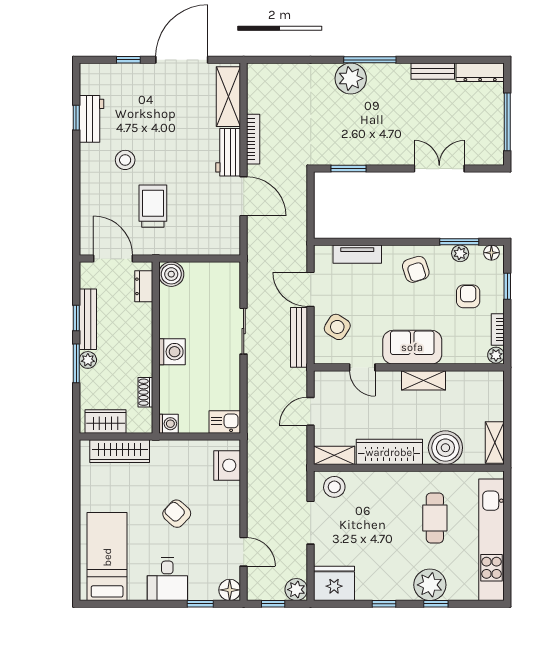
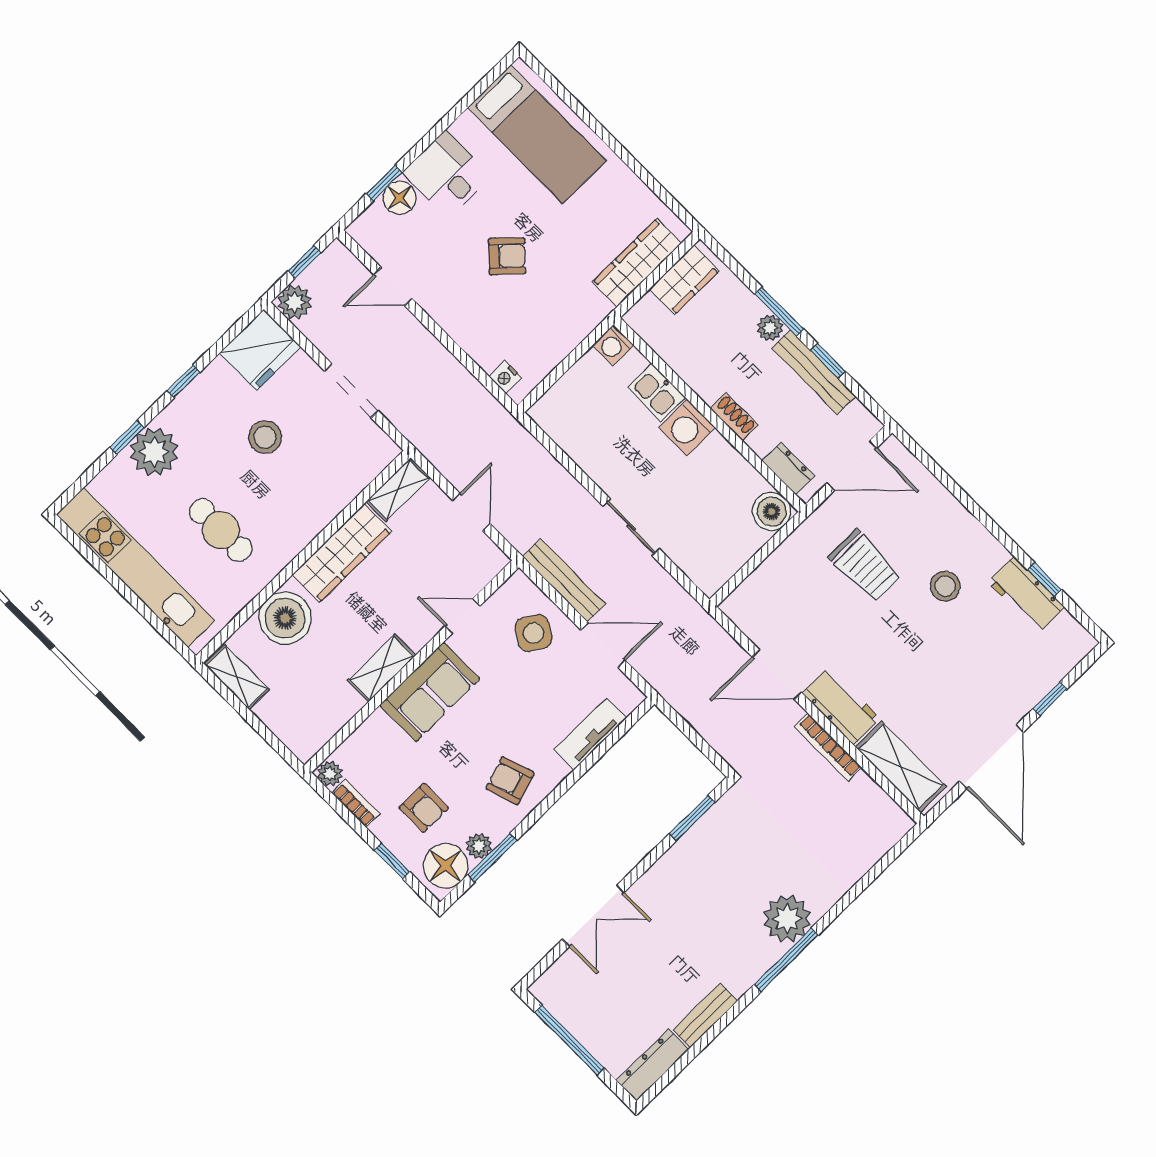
floor lamp: (491, 253) -> (446, 866), width x1.89, depth x1.89
shoe rack: (145, 392) -> (734, 417), moved
kitchen sink: (225, 422) -> (656, 393), moved, turned 90
nightstand: (227, 465) -> (505, 377), width x0.53, depth x0.56
stool: (334, 487) -> (265, 437), moved
floor lamp: (230, 590) -> (400, 198), moved

